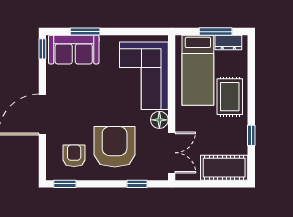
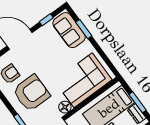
window: (42, 49) -> (46, 20), moved

